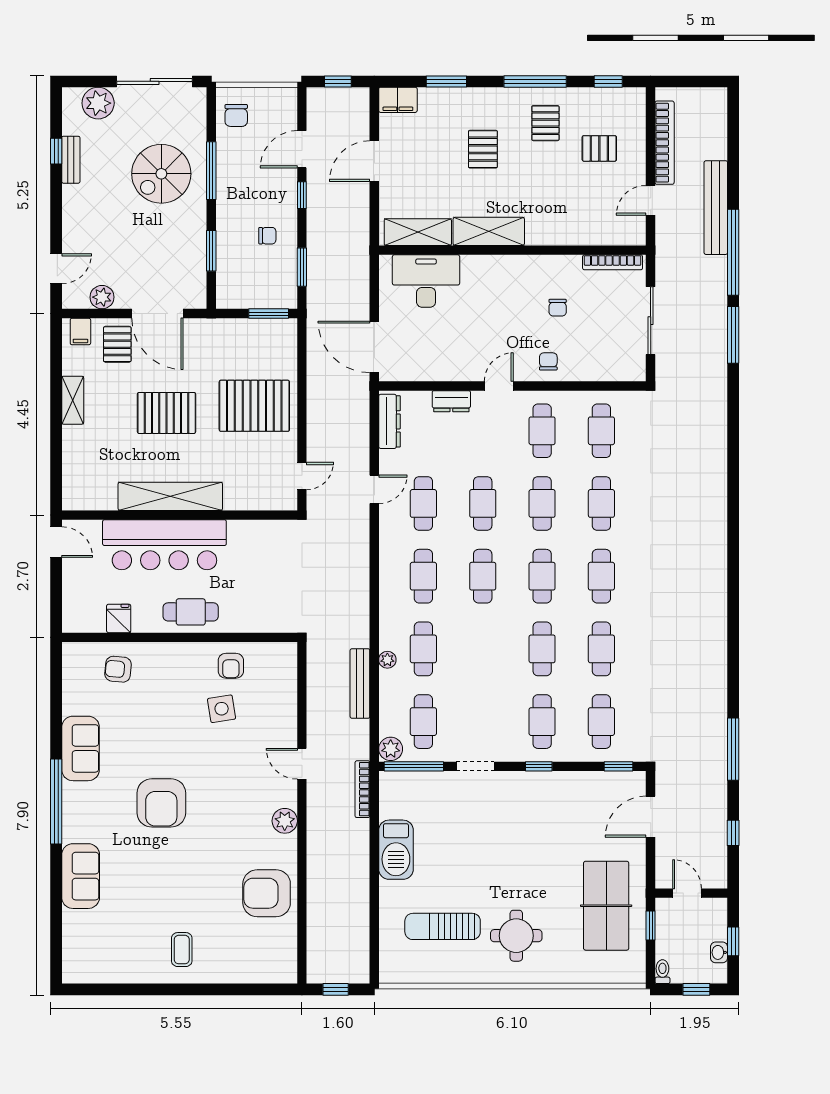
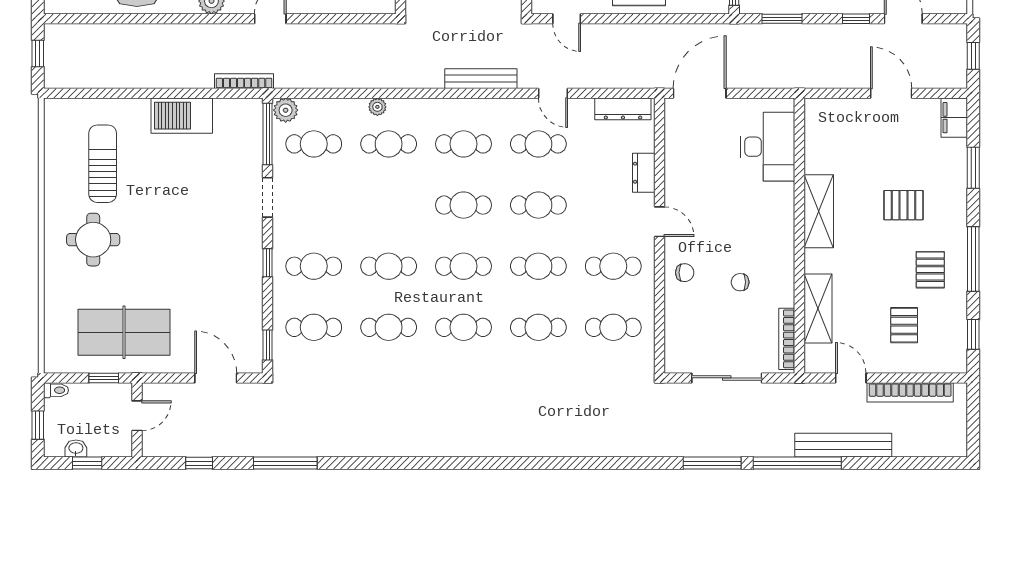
pallet: (545, 123) -> (930, 270), turned 90
shelving: (418, 232) -> (818, 308), moved
bench: (360, 683) -> (481, 79), moved

